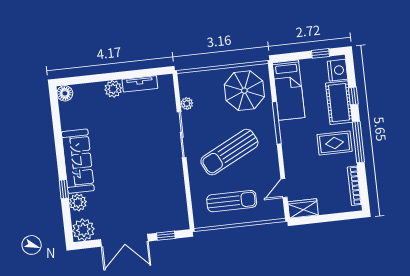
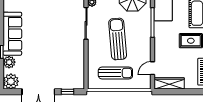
sun lounger: (229, 152) -> (118, 39), turned 112
wardrobe: (303, 208) -> (169, 83), width x1.50

